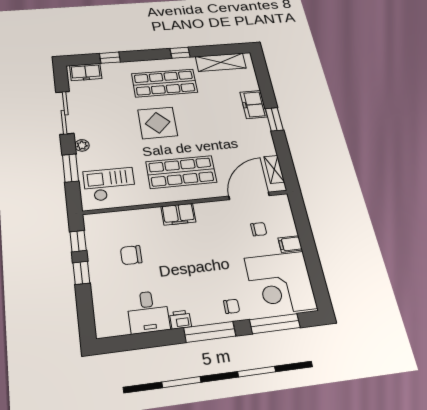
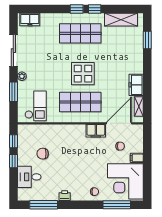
window: (110, 58) -> (77, 9), moved
freezer: (254, 104) -> (136, 85), moved
window: (274, 119) -> (147, 40), moved
display table: (158, 123) -> (83, 74), moved
checkout: (109, 184) -> (36, 106), turned 90
filing cabinet: (178, 214) -> (96, 131), moved
desk: (148, 312) -> (29, 177), moved, turned 90
window: (210, 332) -> (44, 205), moved

